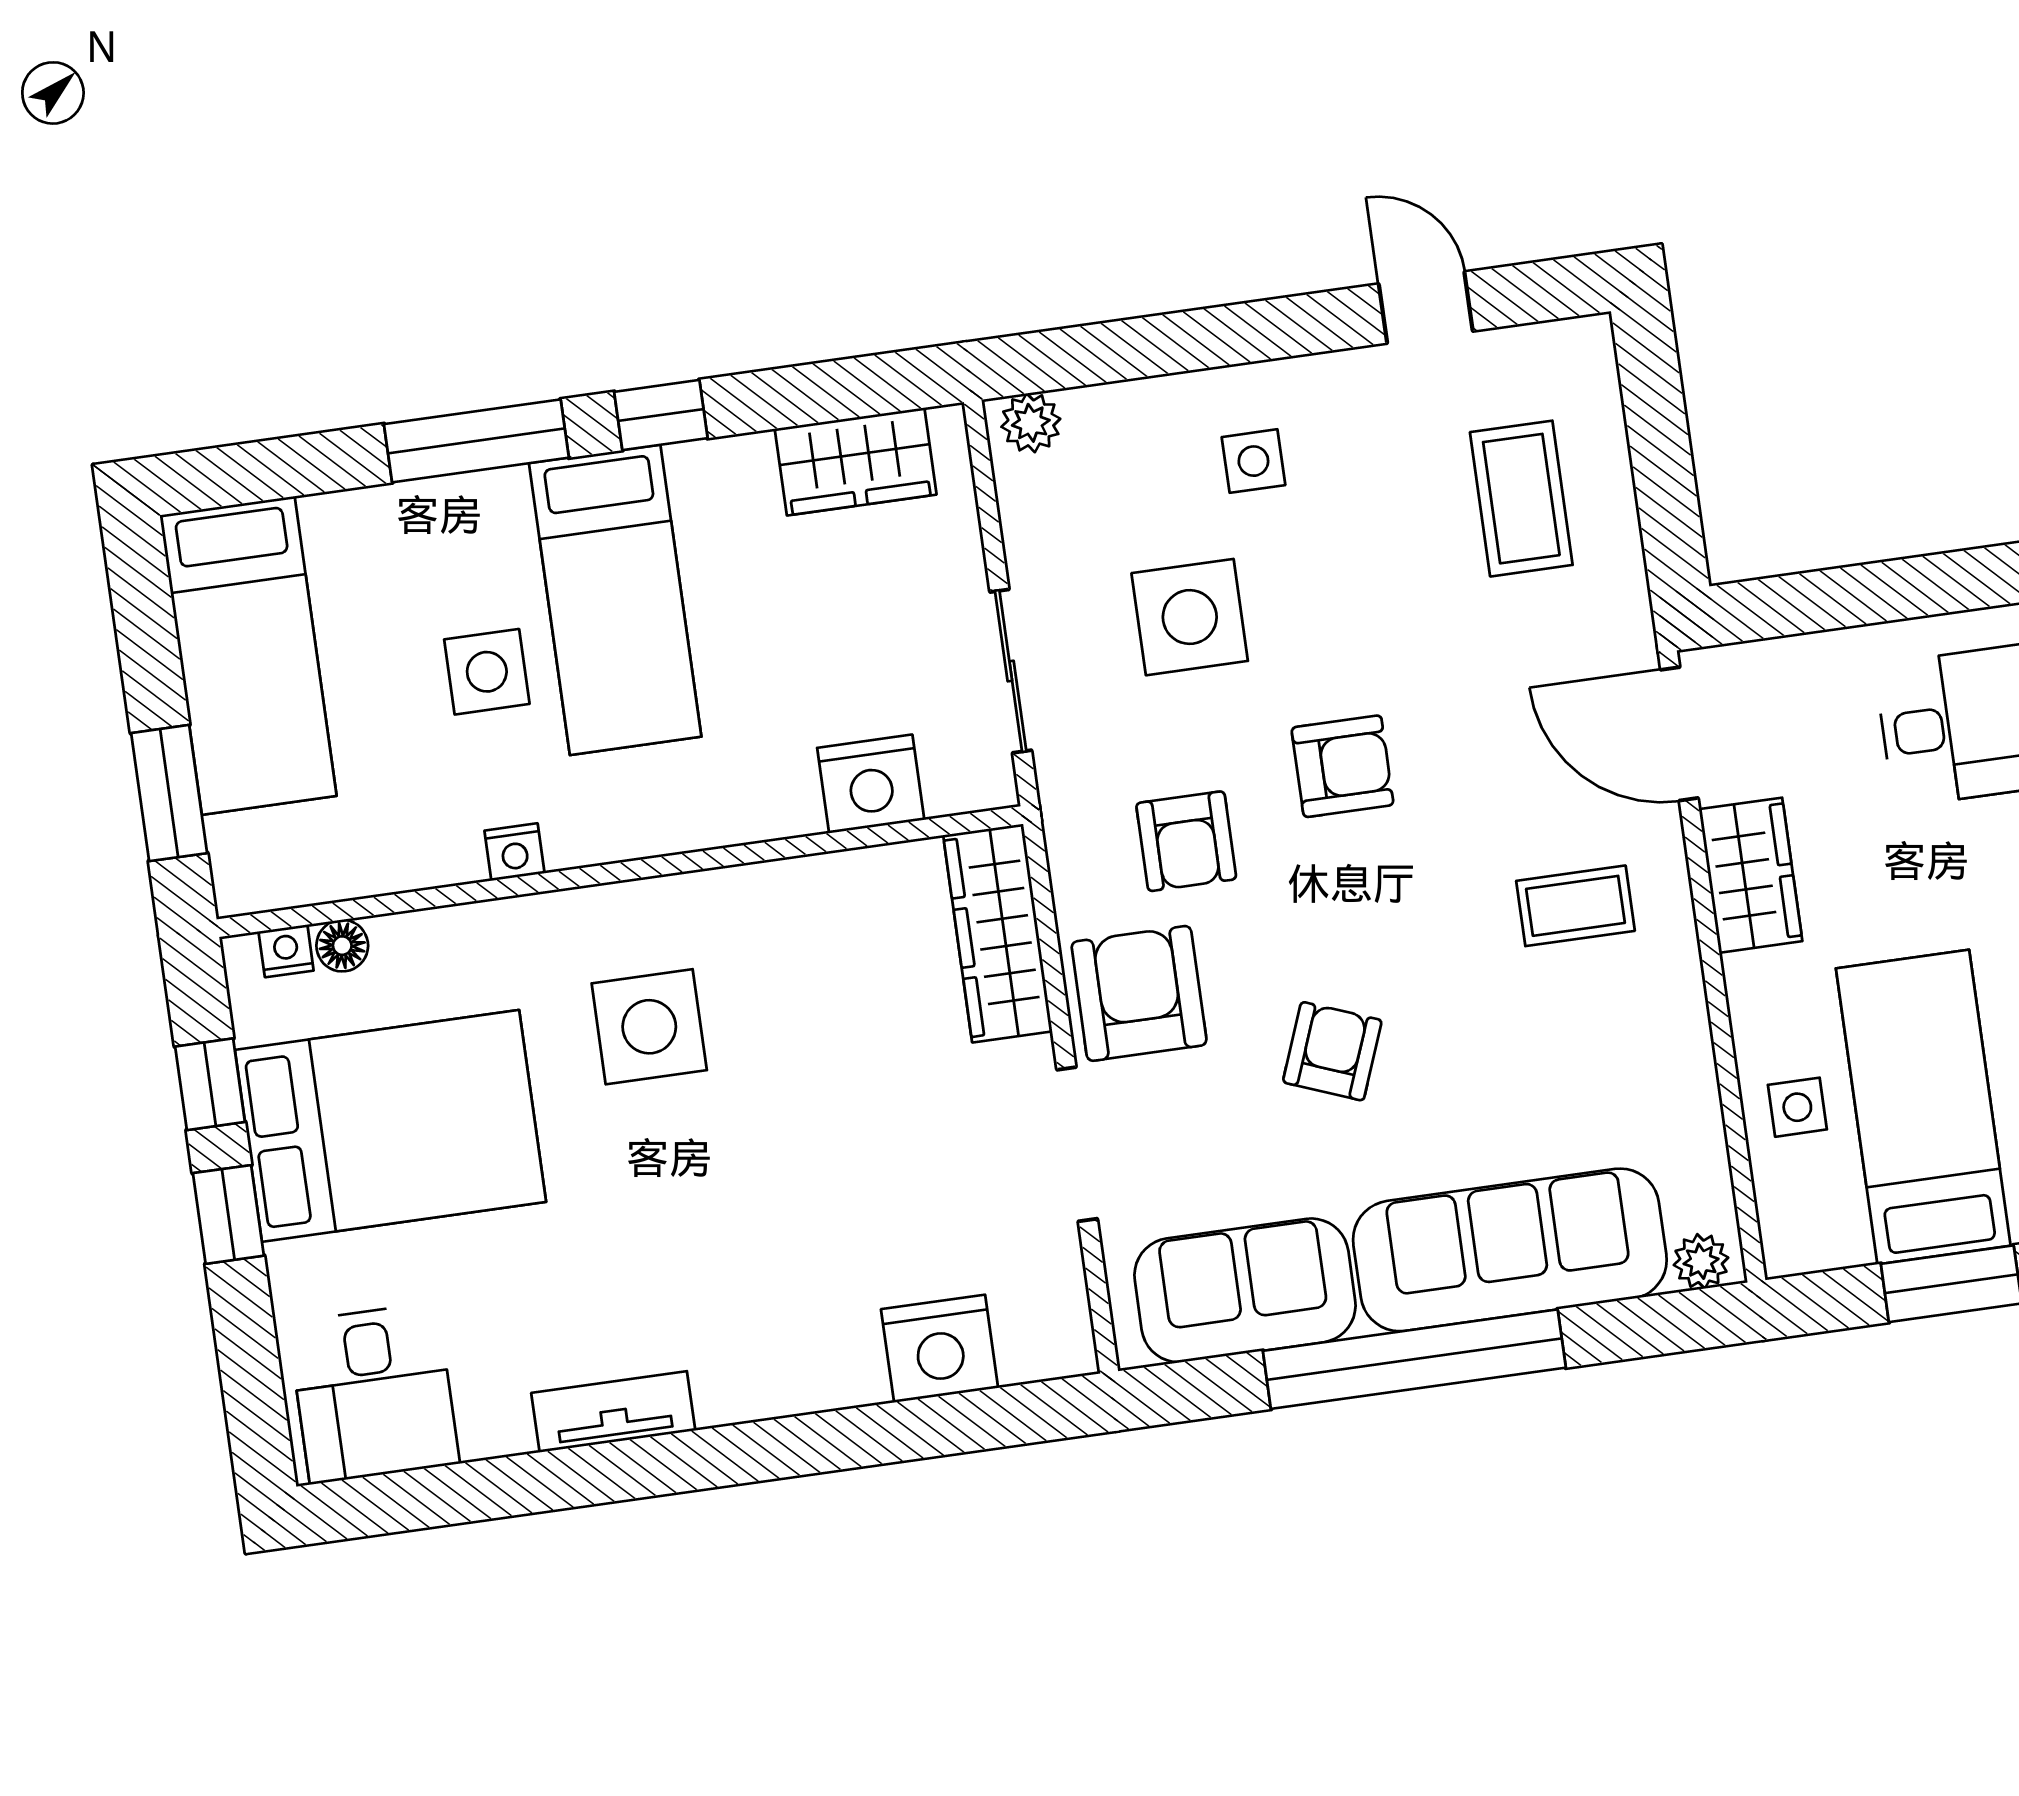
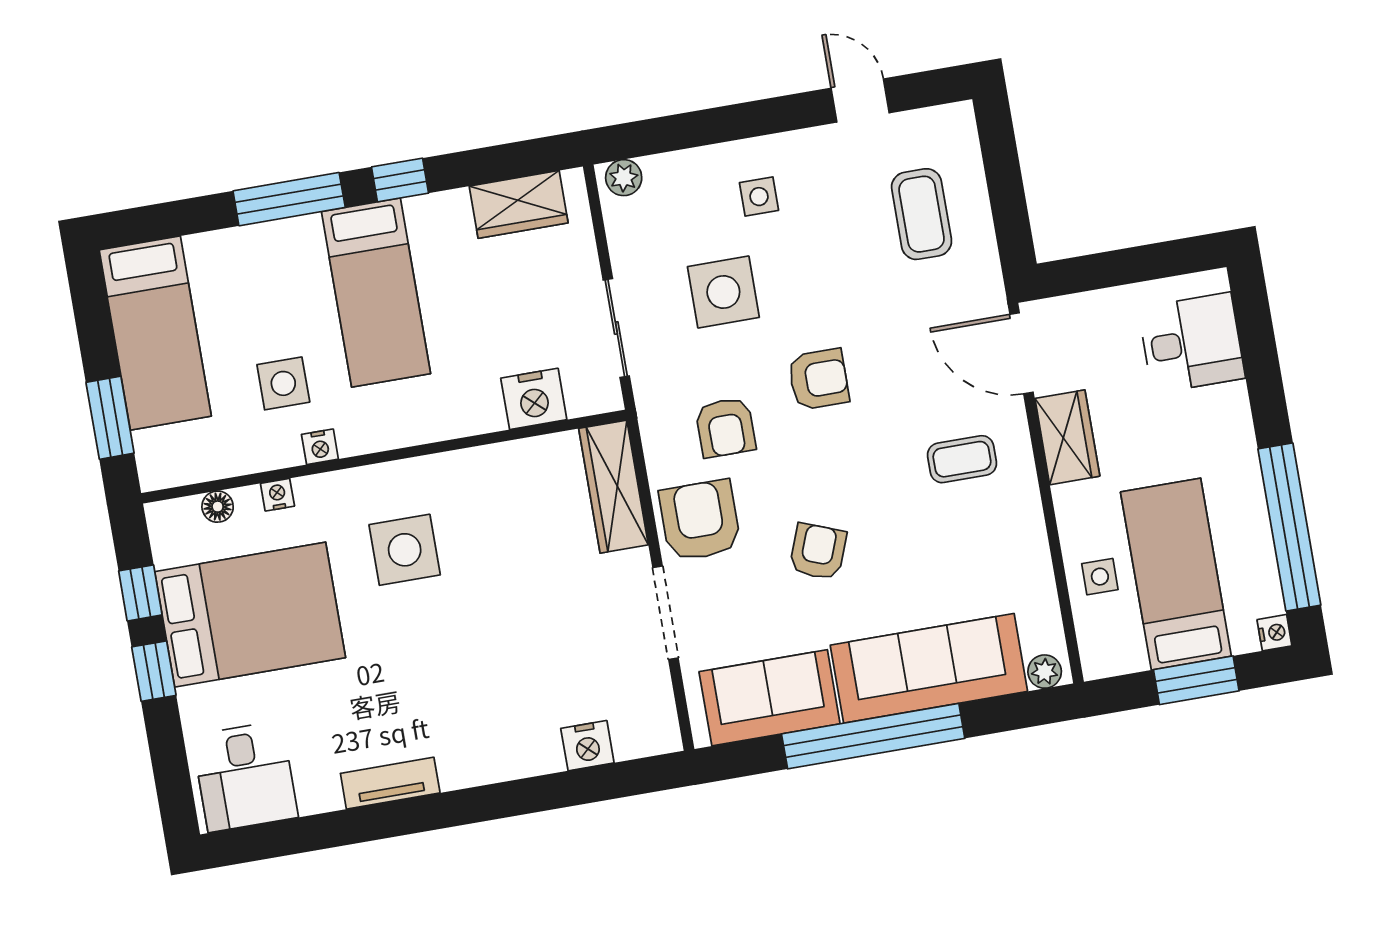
side table: (487, 672) -> (283, 383), moved
nightstand: (286, 951) -> (277, 495), moved
nightstand: (940, 1349) -> (587, 746), width x0.74, depth x0.75

